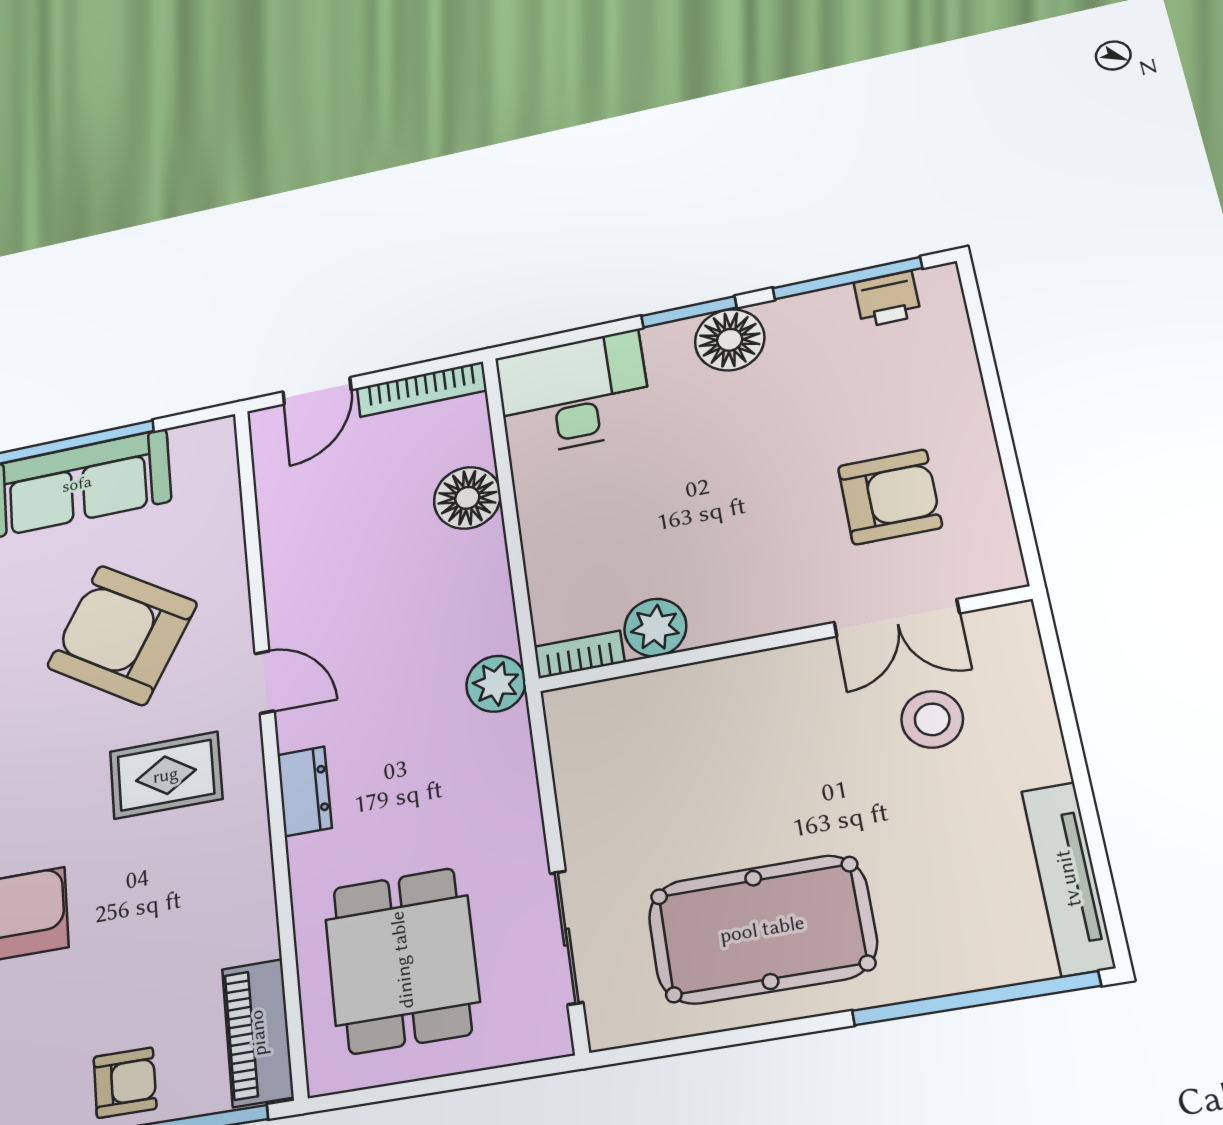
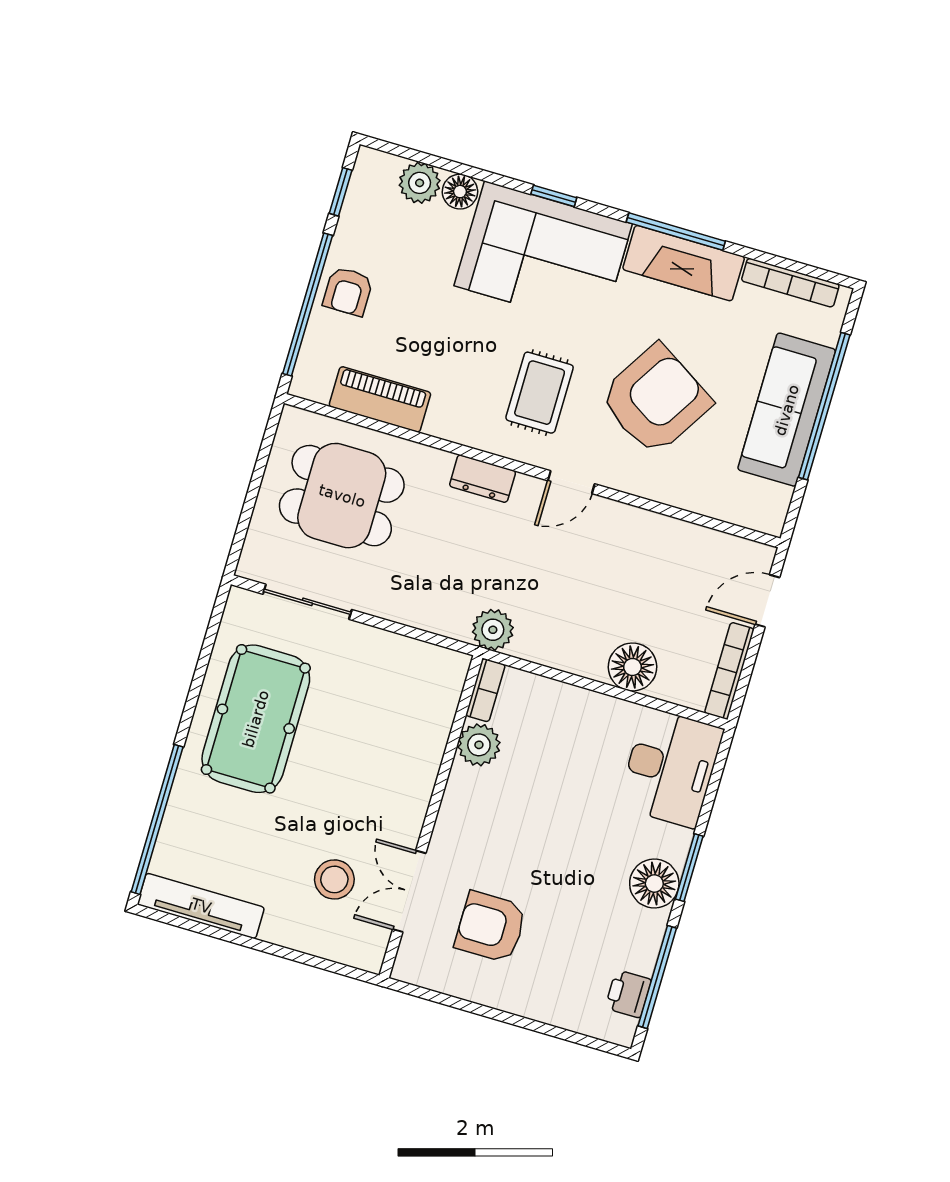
door: (317, 391) -> (767, 601), hinge flipped
armchair: (890, 497) -> (491, 927), turned 90
piano: (258, 1033) -> (380, 399), moved

